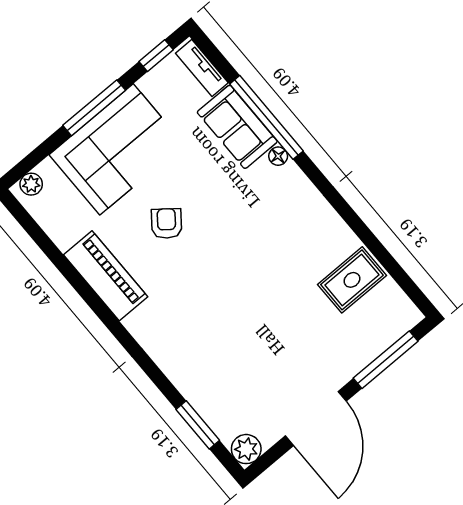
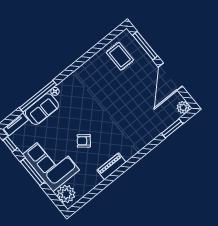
plant: (31, 184) -> (66, 194), width x1.88, depth x1.88
piano: (106, 276) -> (111, 166), width x0.73, depth x0.75
rug: (352, 280) -> (120, 56), moved
door: (316, 418) -> (170, 77), swing flipped

